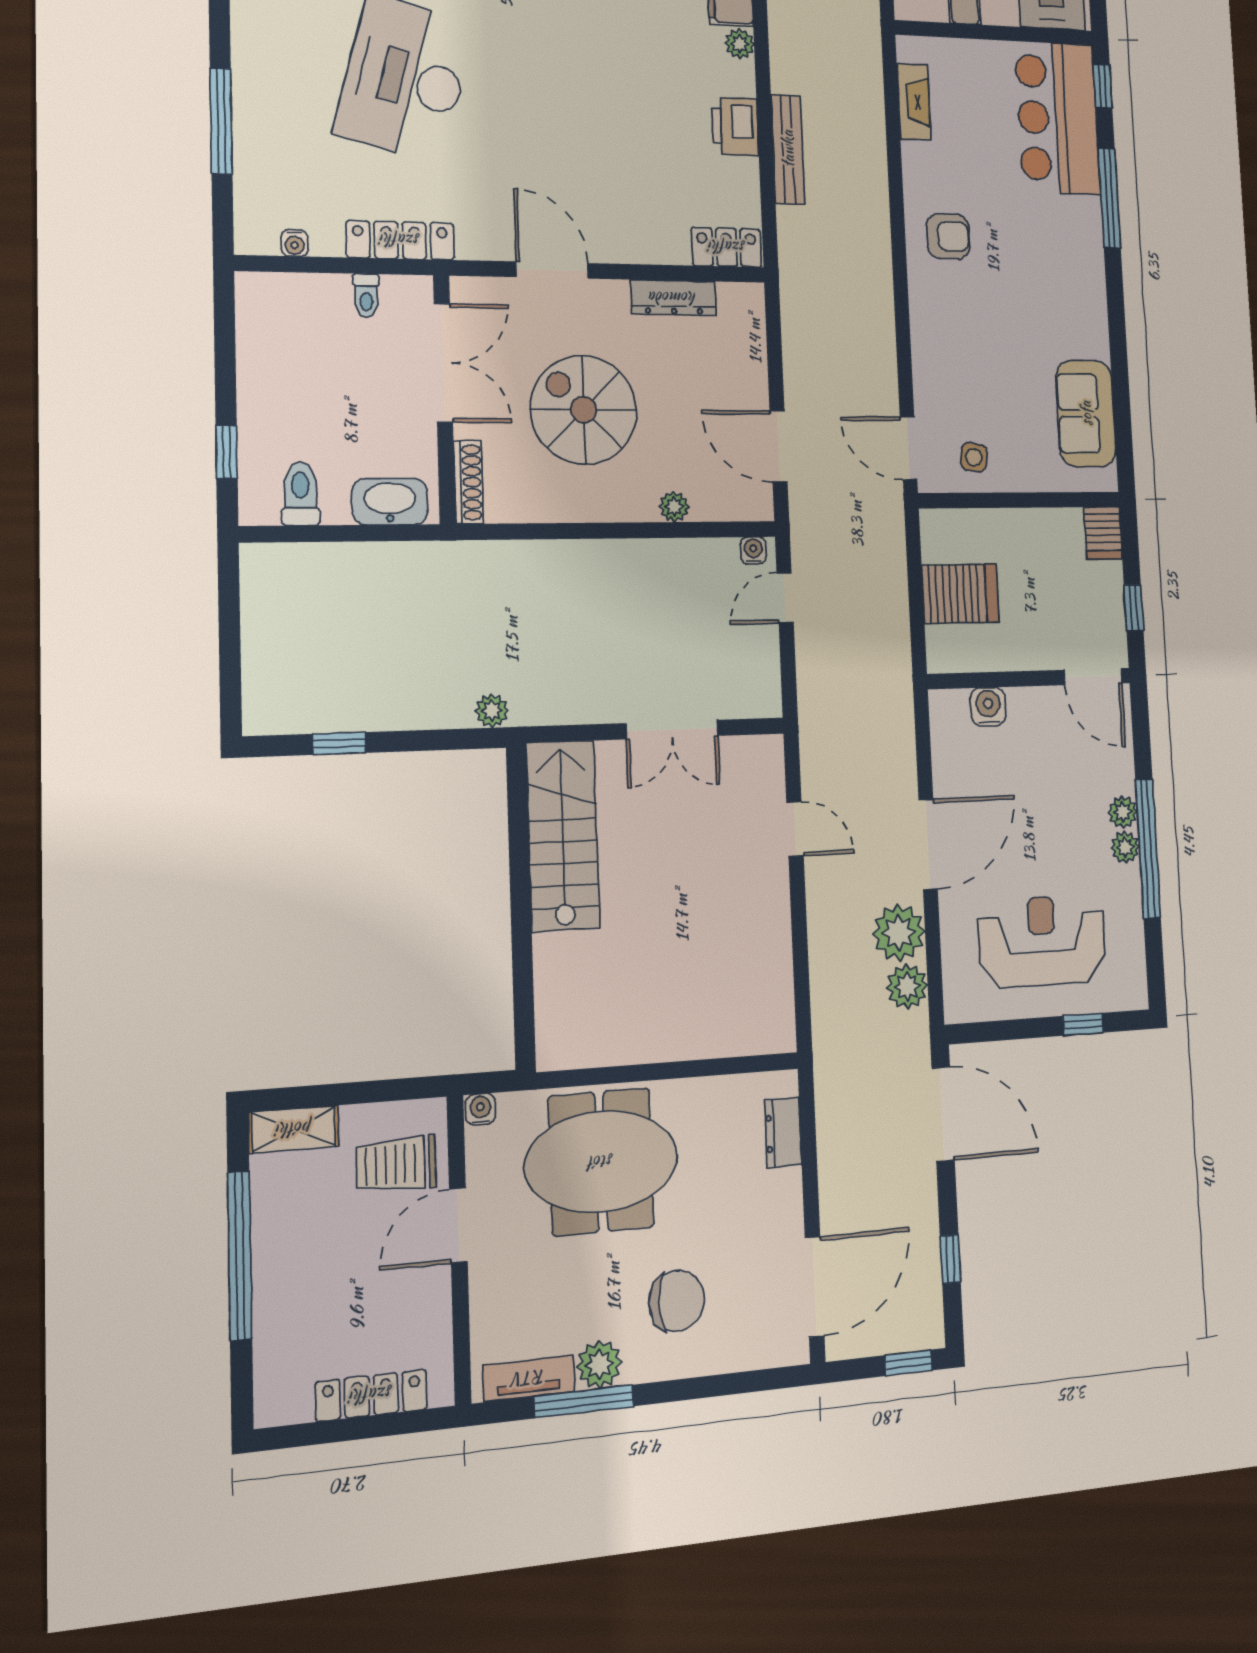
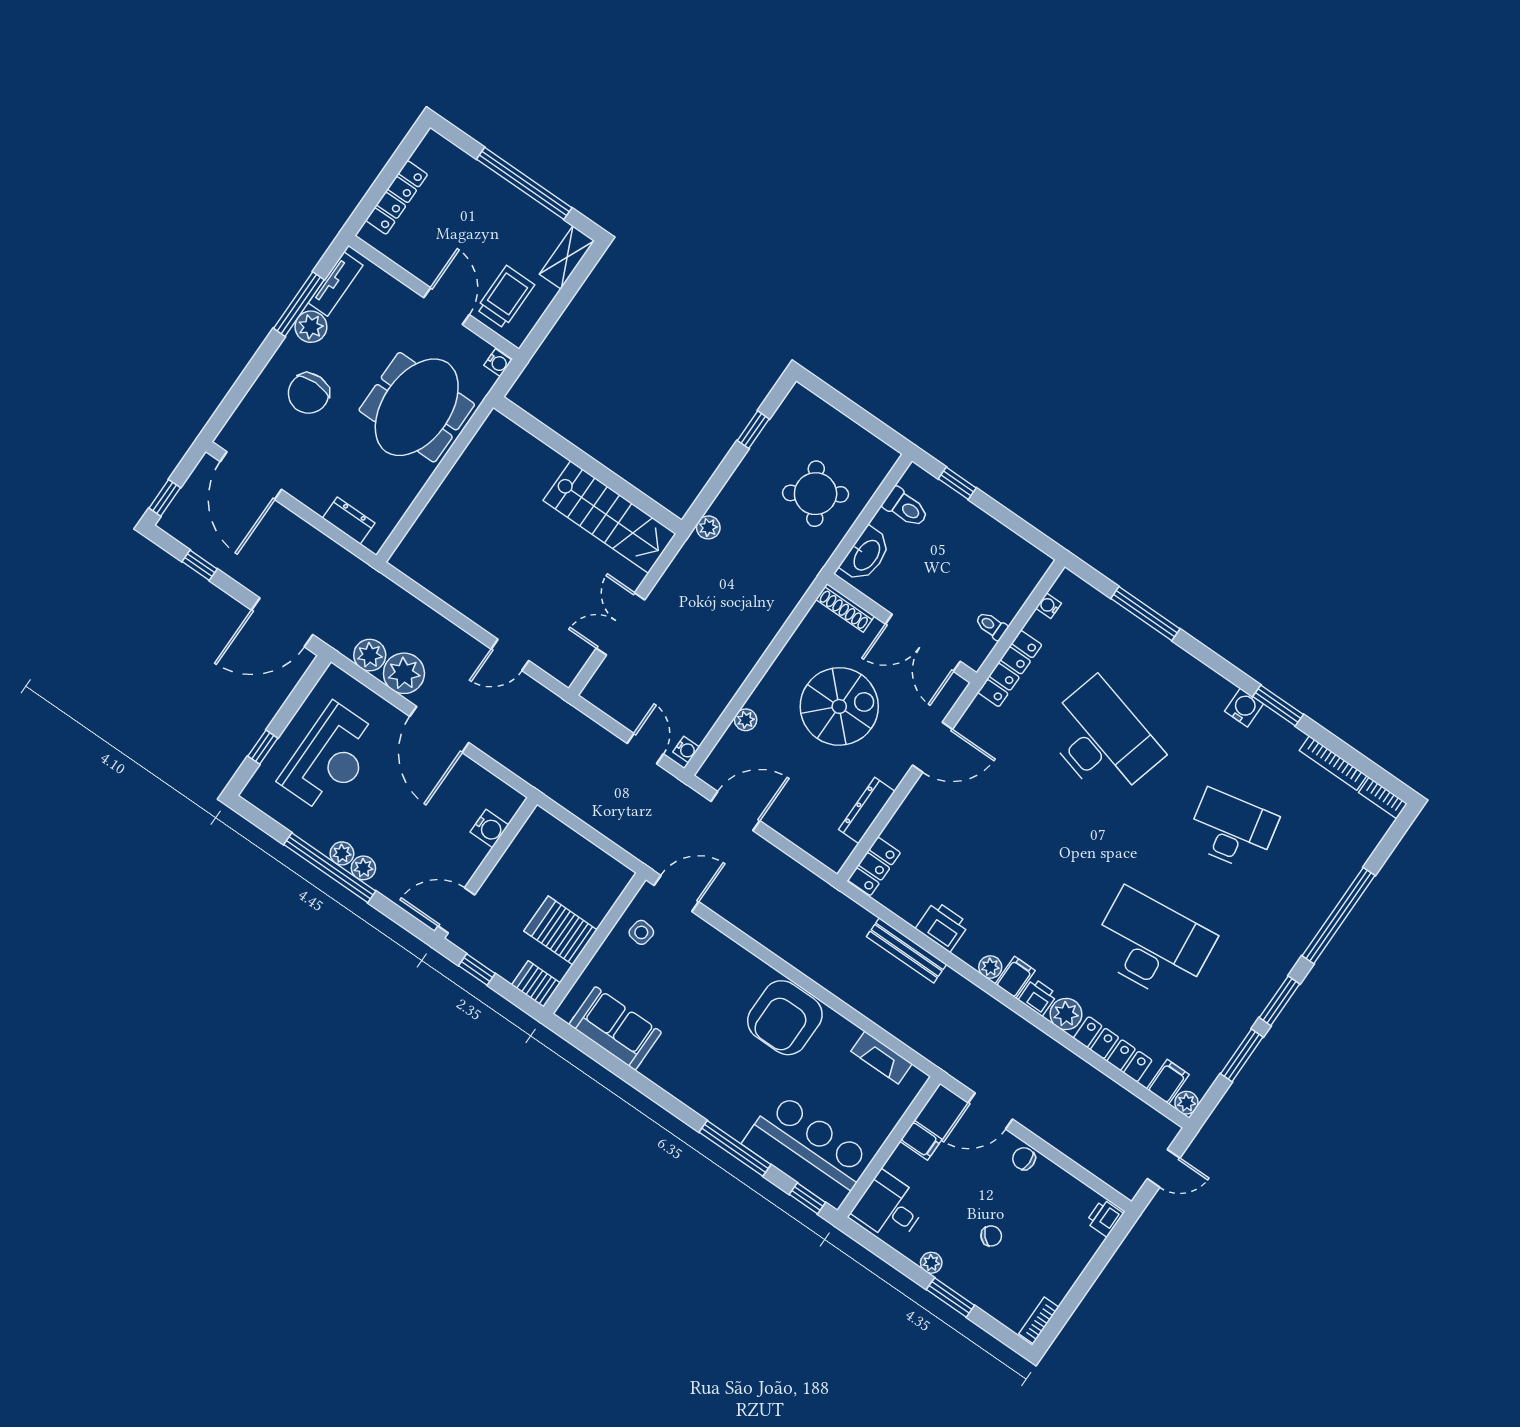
armchair: (948, 236) -> (785, 1018), width x1.88, depth x1.88
server rack: (961, 594) -> (560, 930), moved, turned 90
round table: (361, 613) -> (816, 494), added

